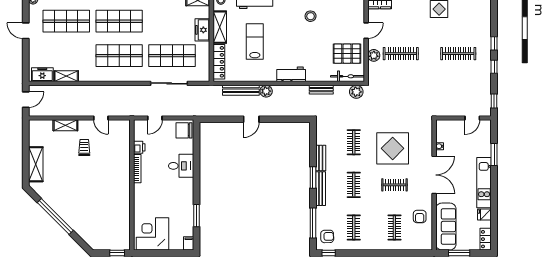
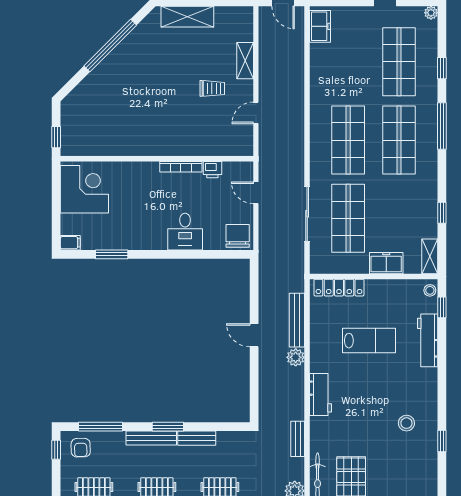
shelving: (220, 27) -> (390, 289), removed
shelving: (66, 76) -> (318, 62), removed

